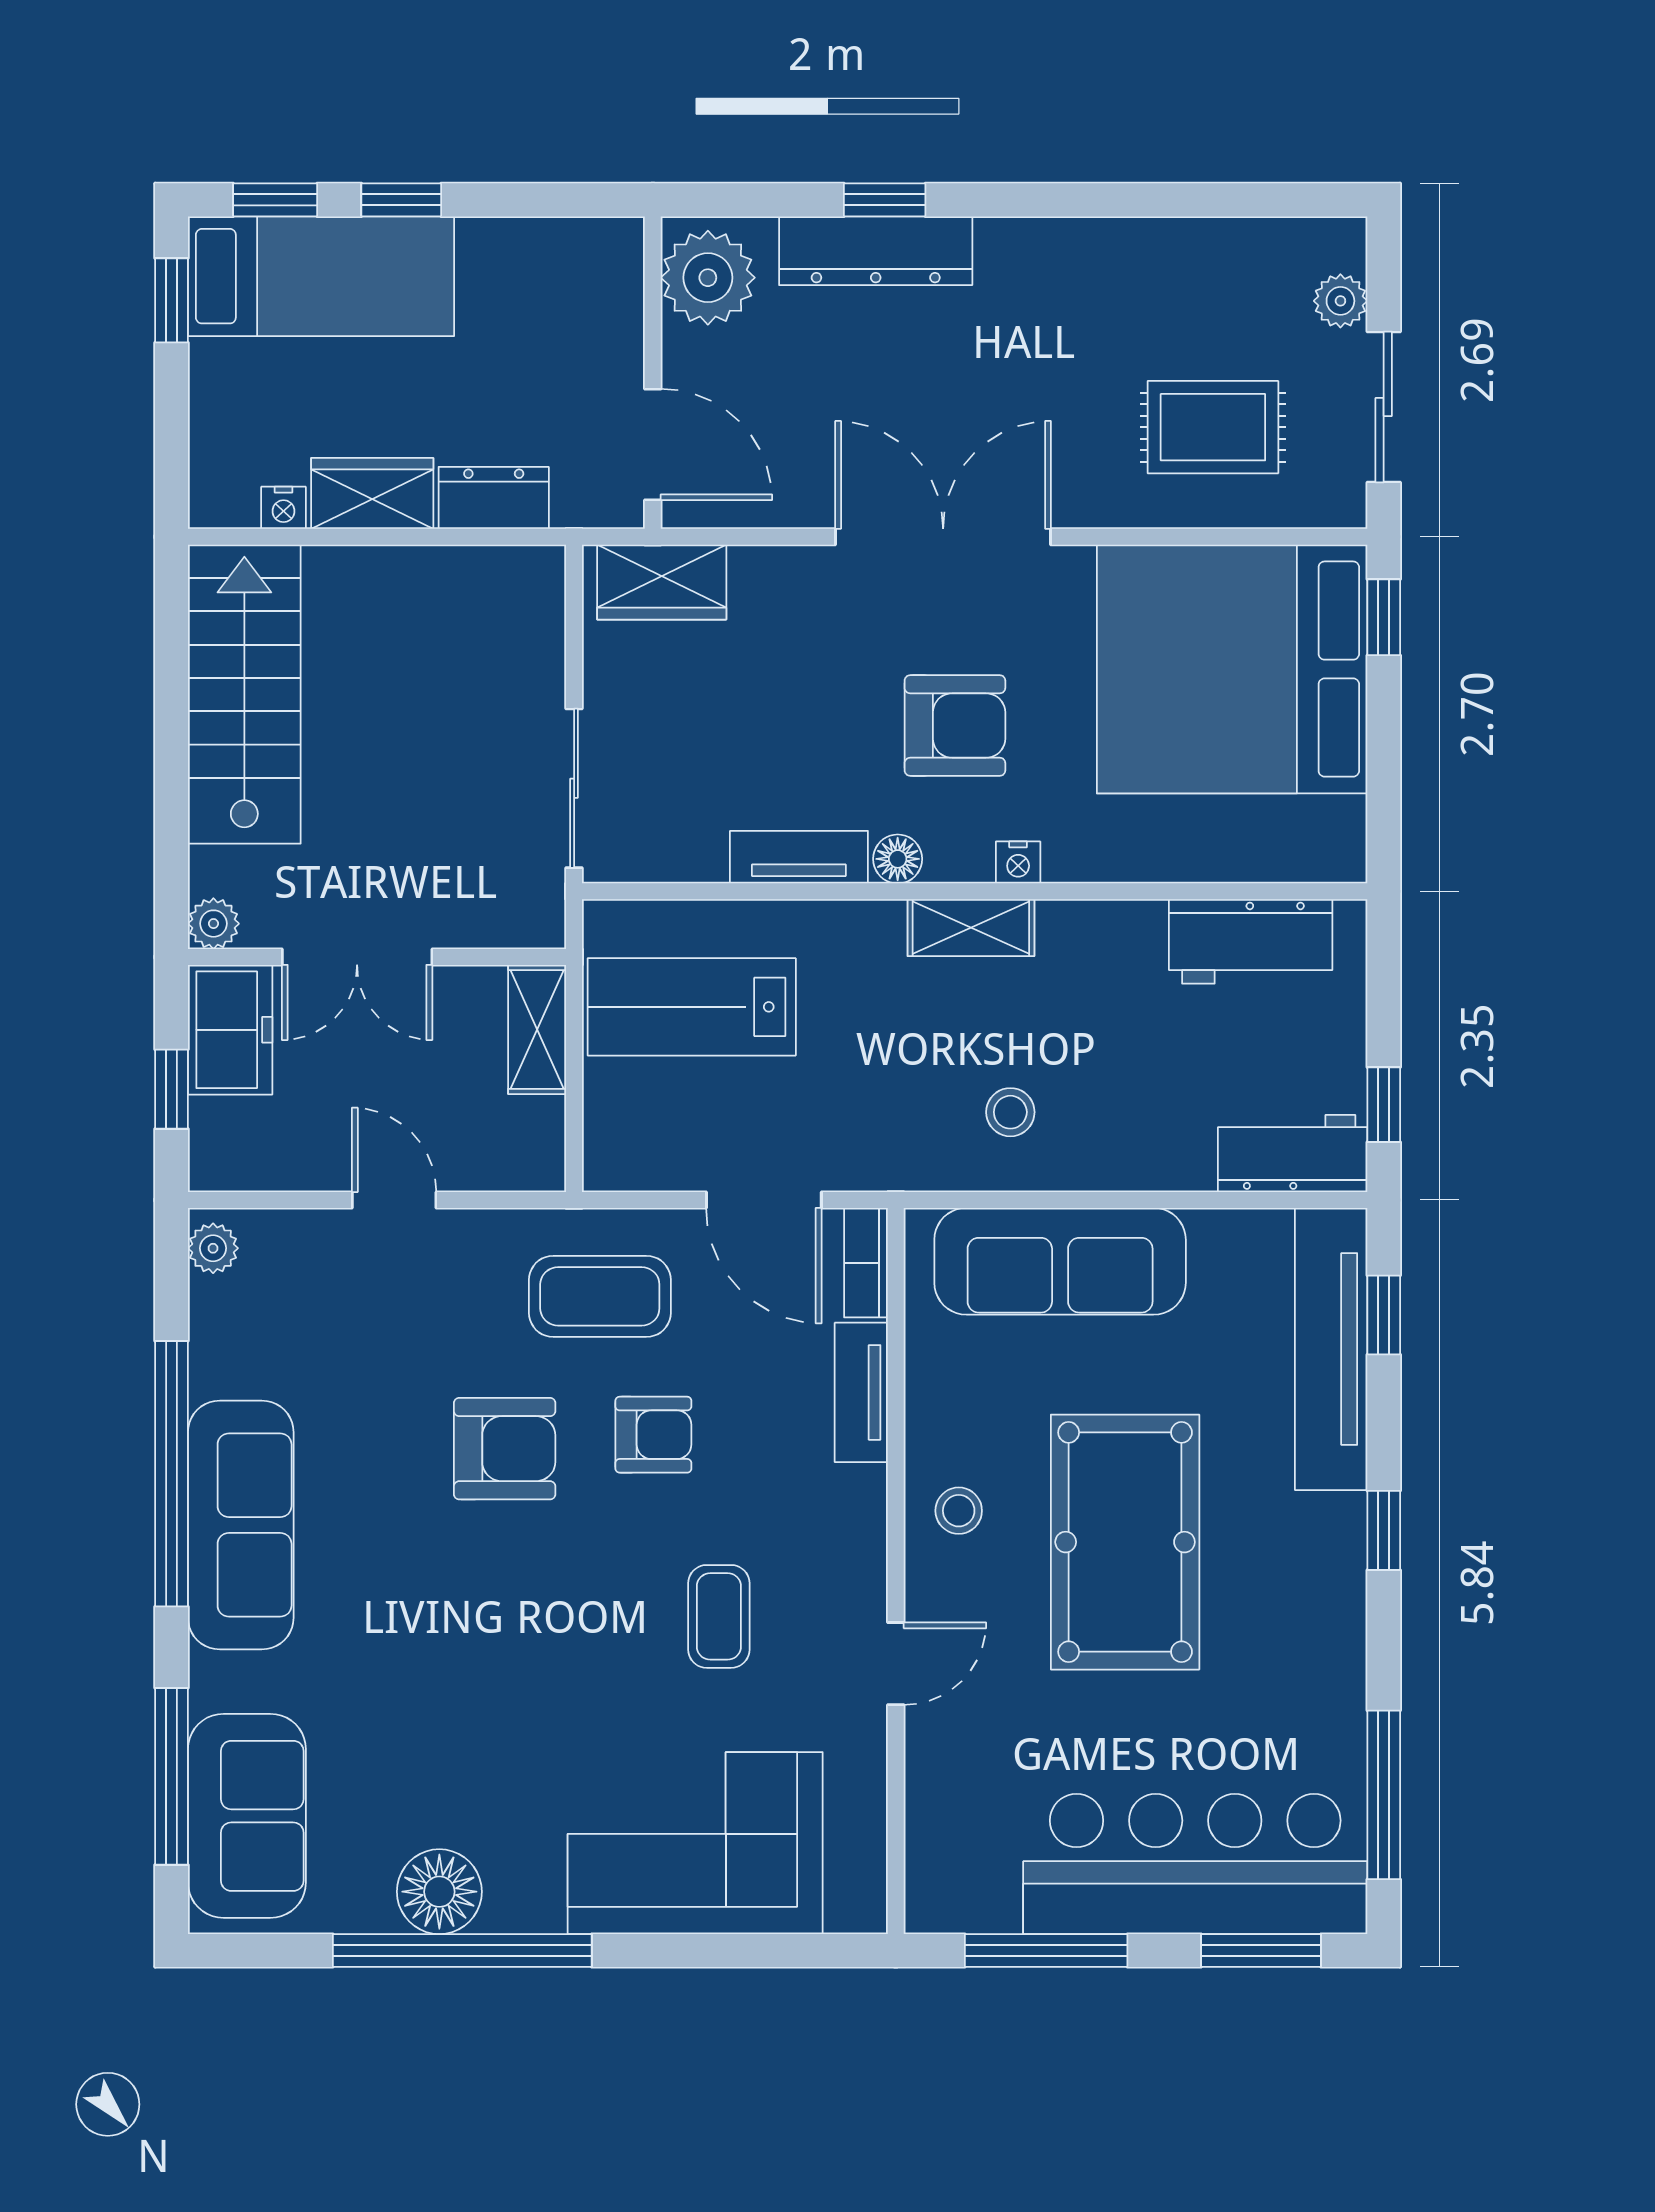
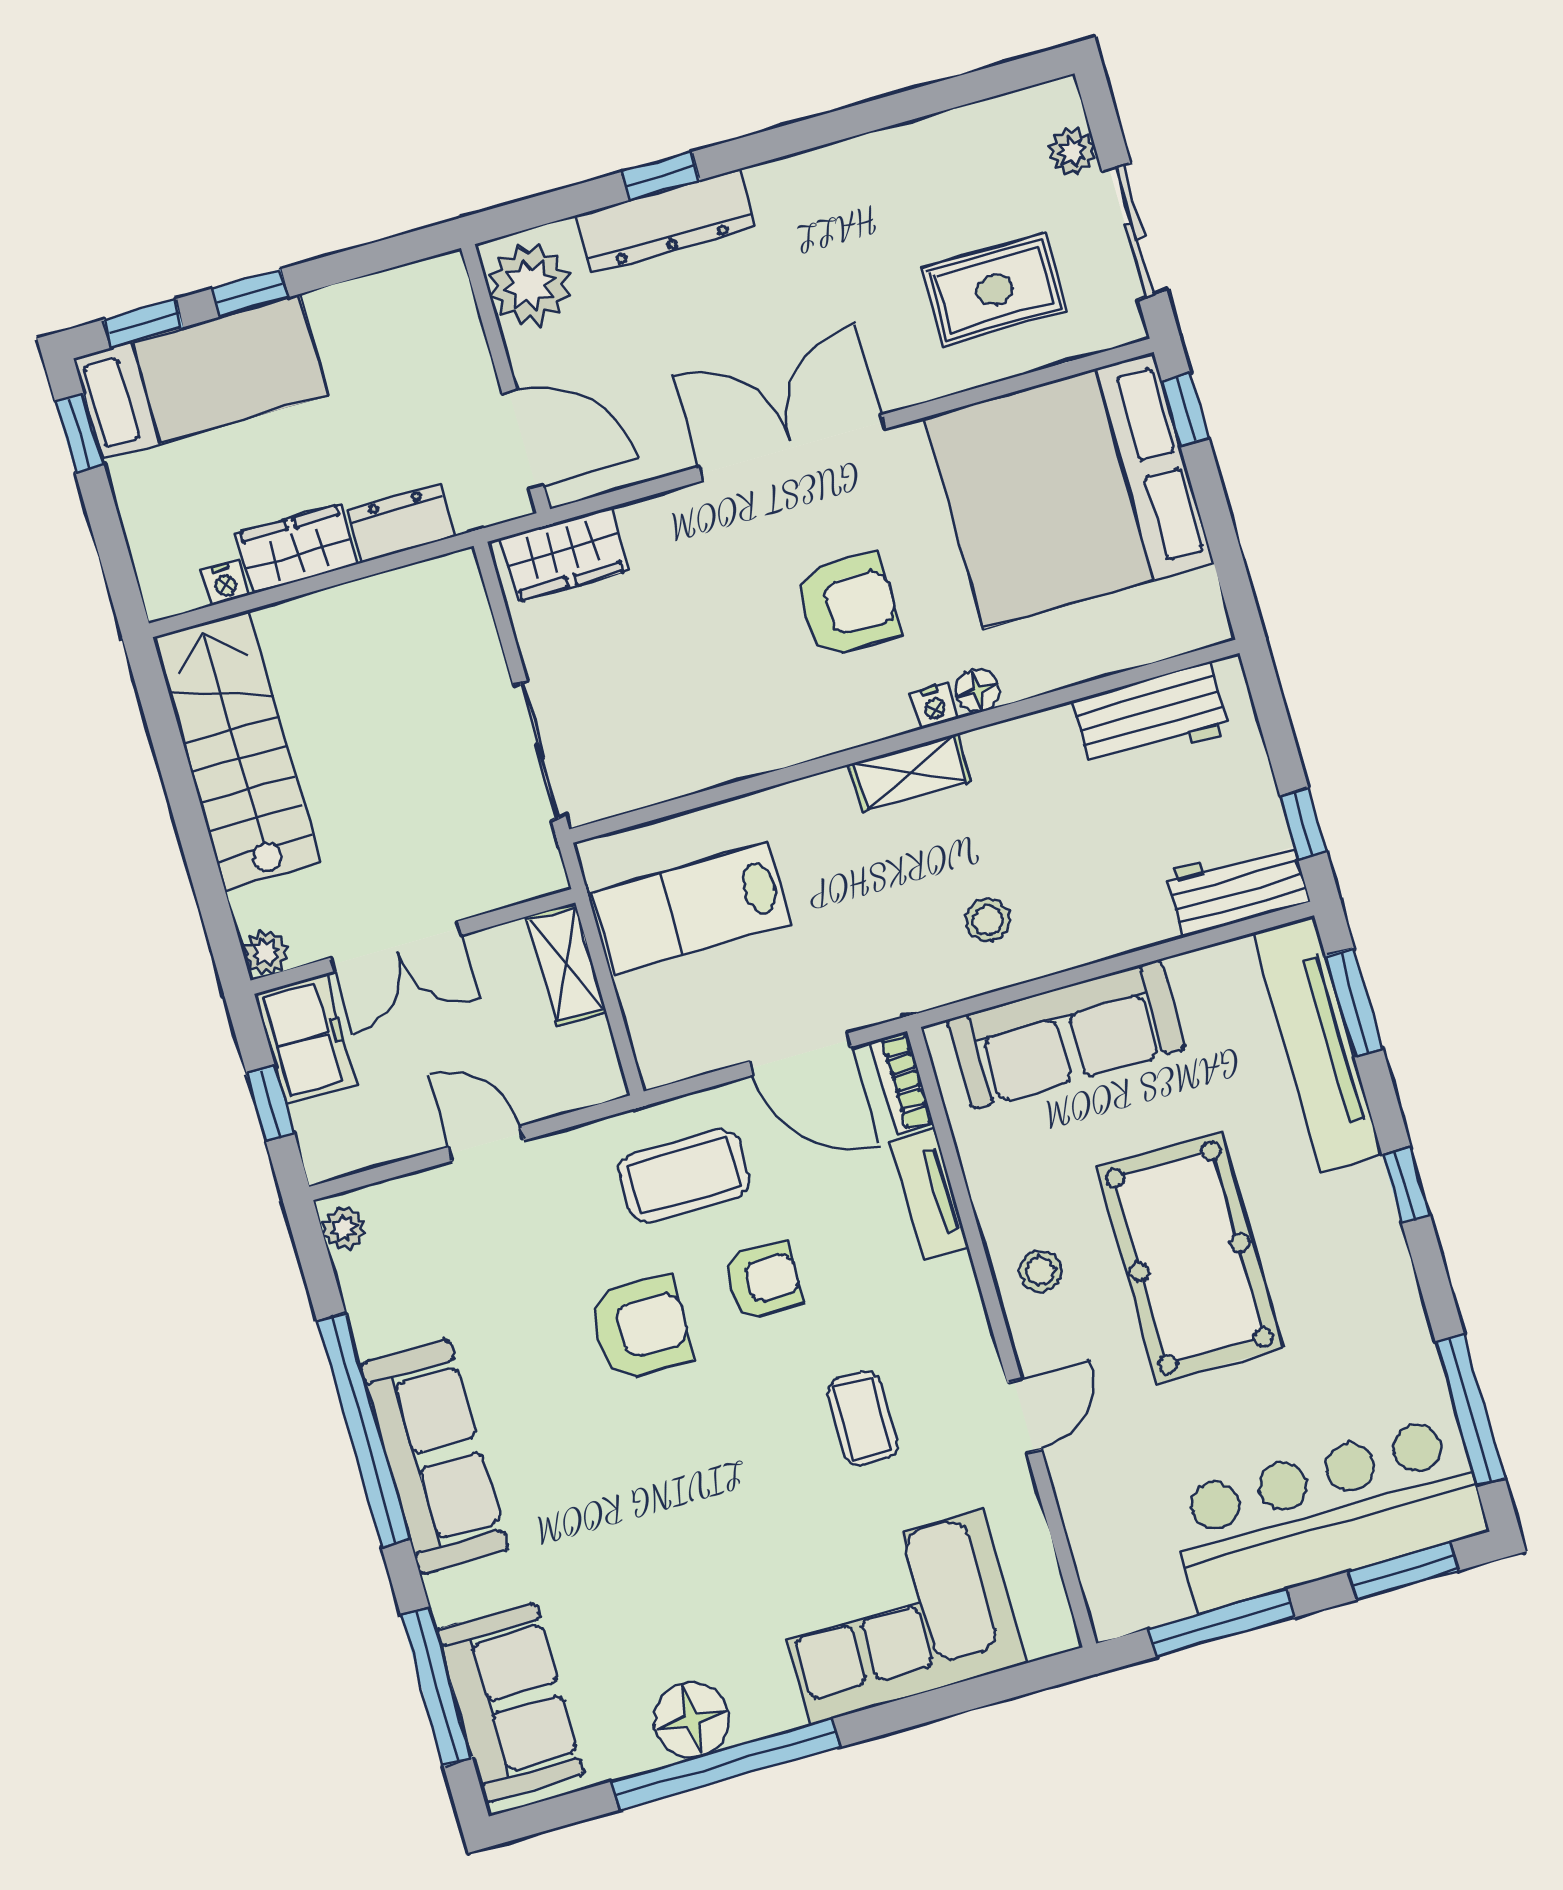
tv unit: (799, 857) -> (747, 755), removed
floor lamp: (898, 859) -> (978, 691), moved
window: (1384, 1315) -> (1354, 1002), width x1.50

